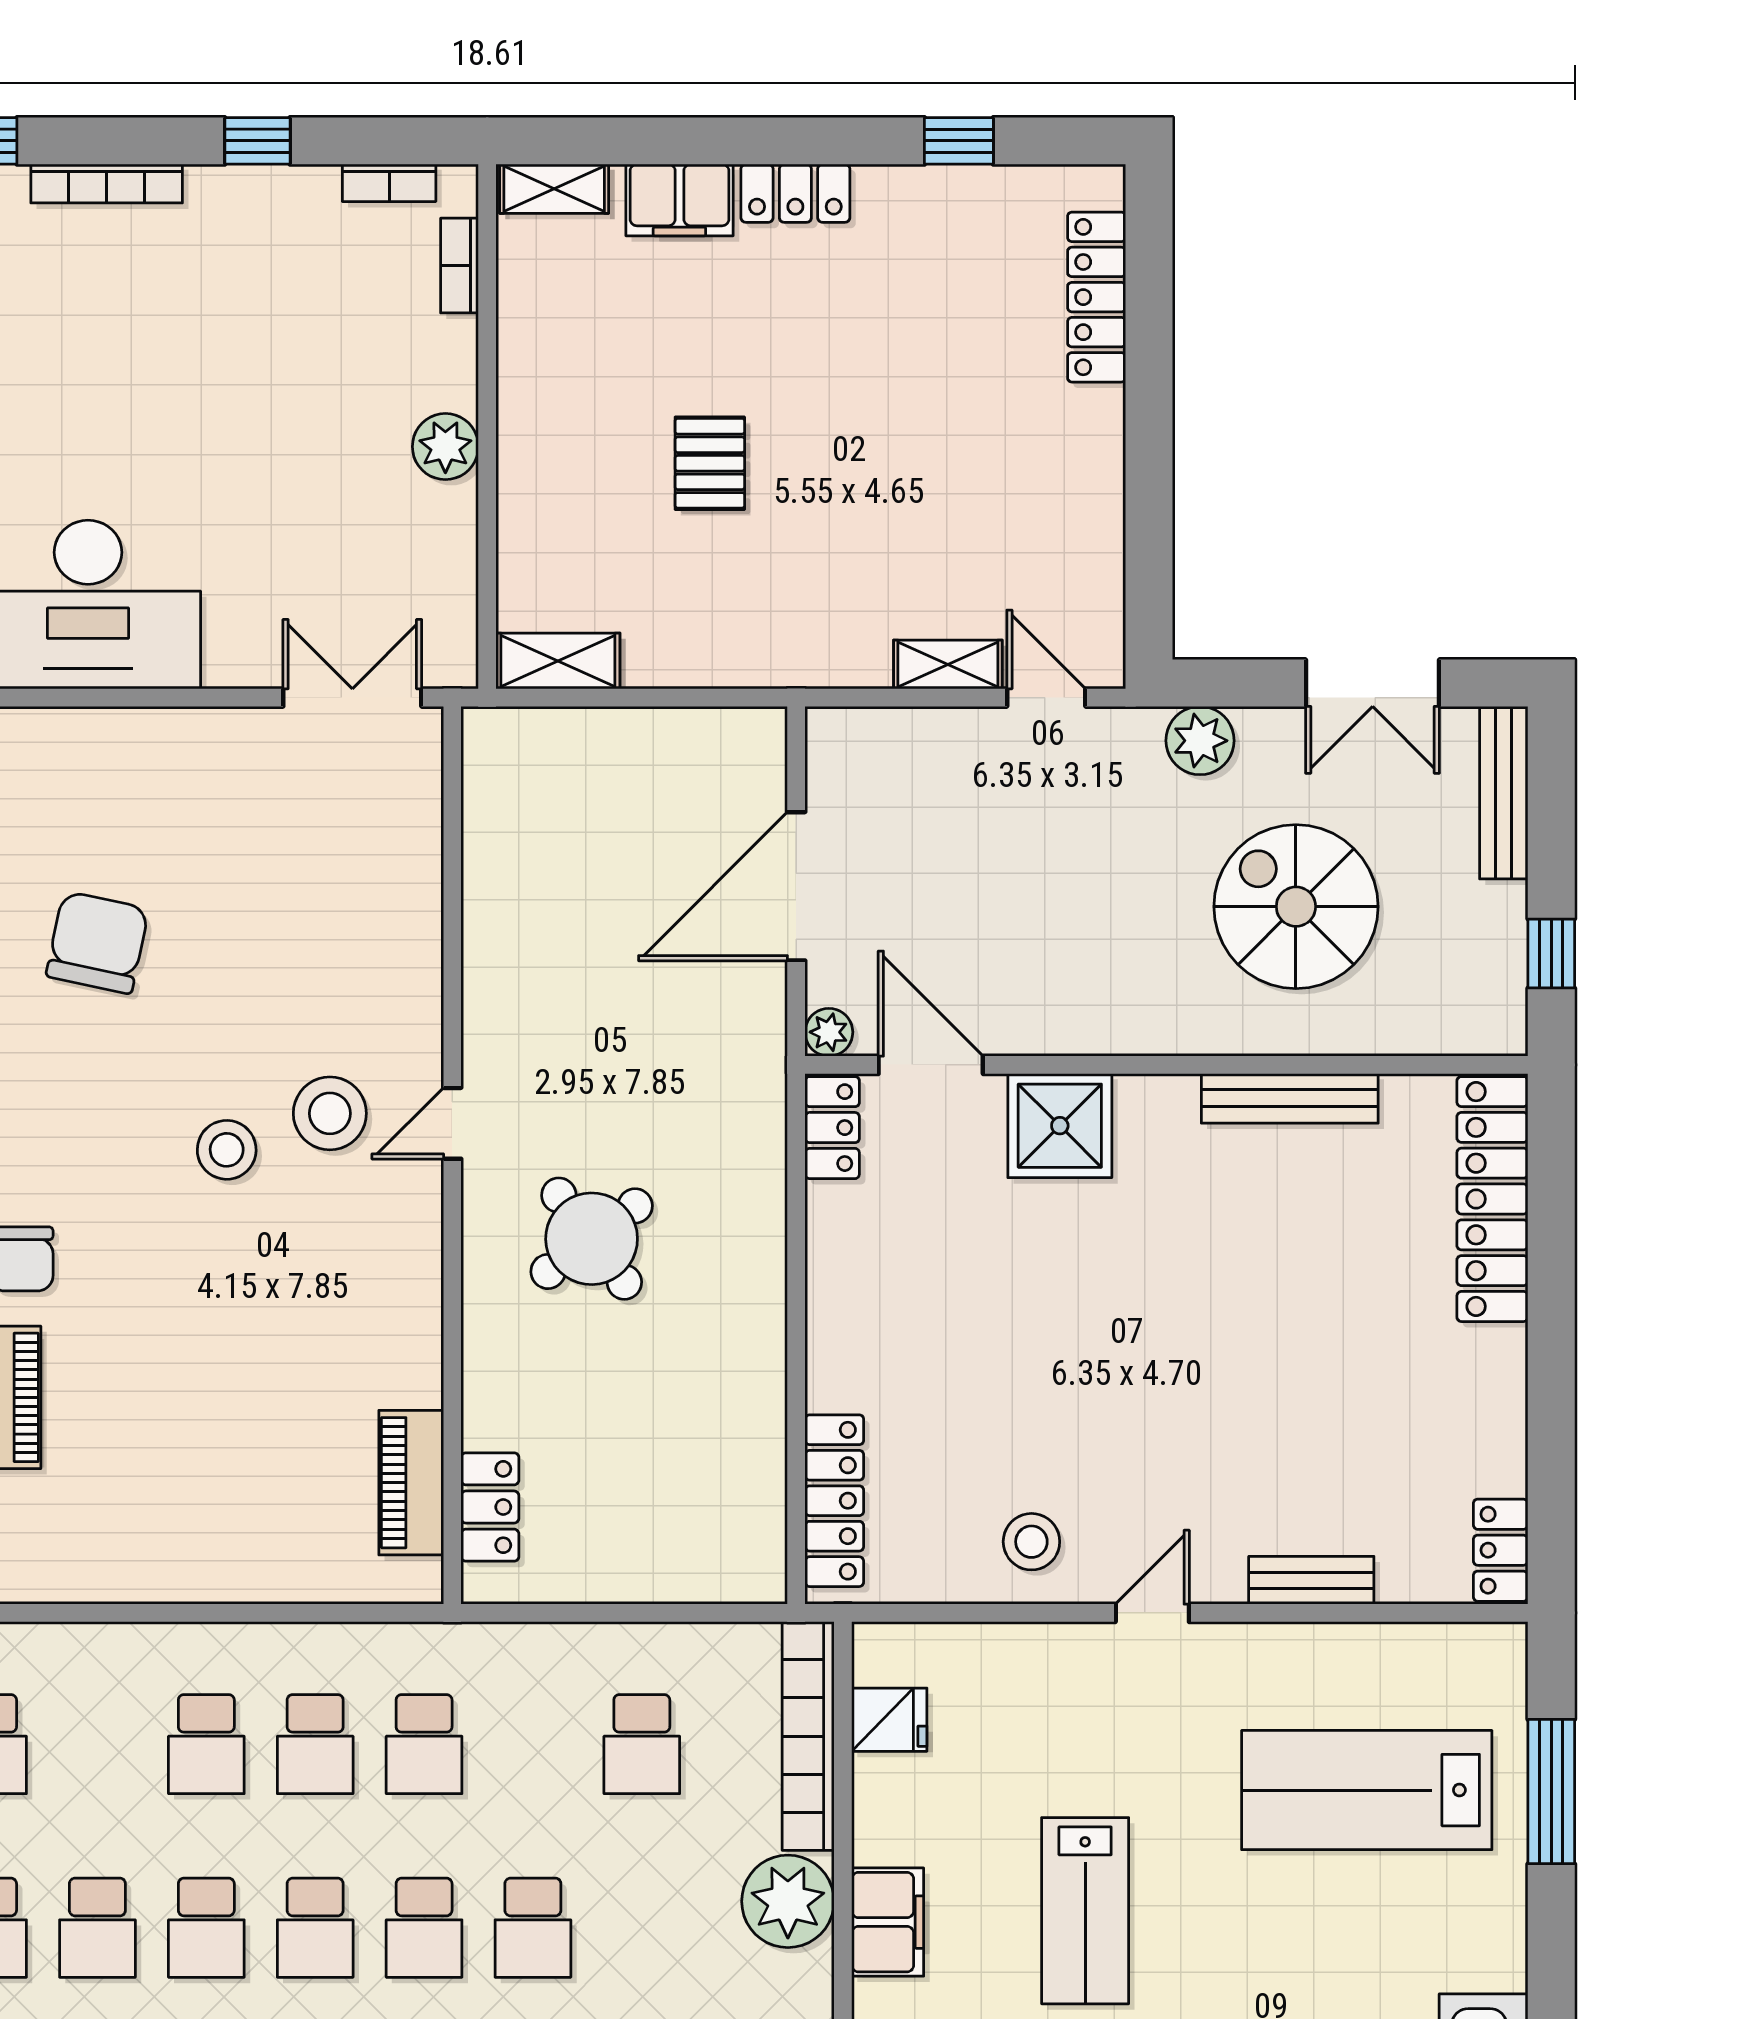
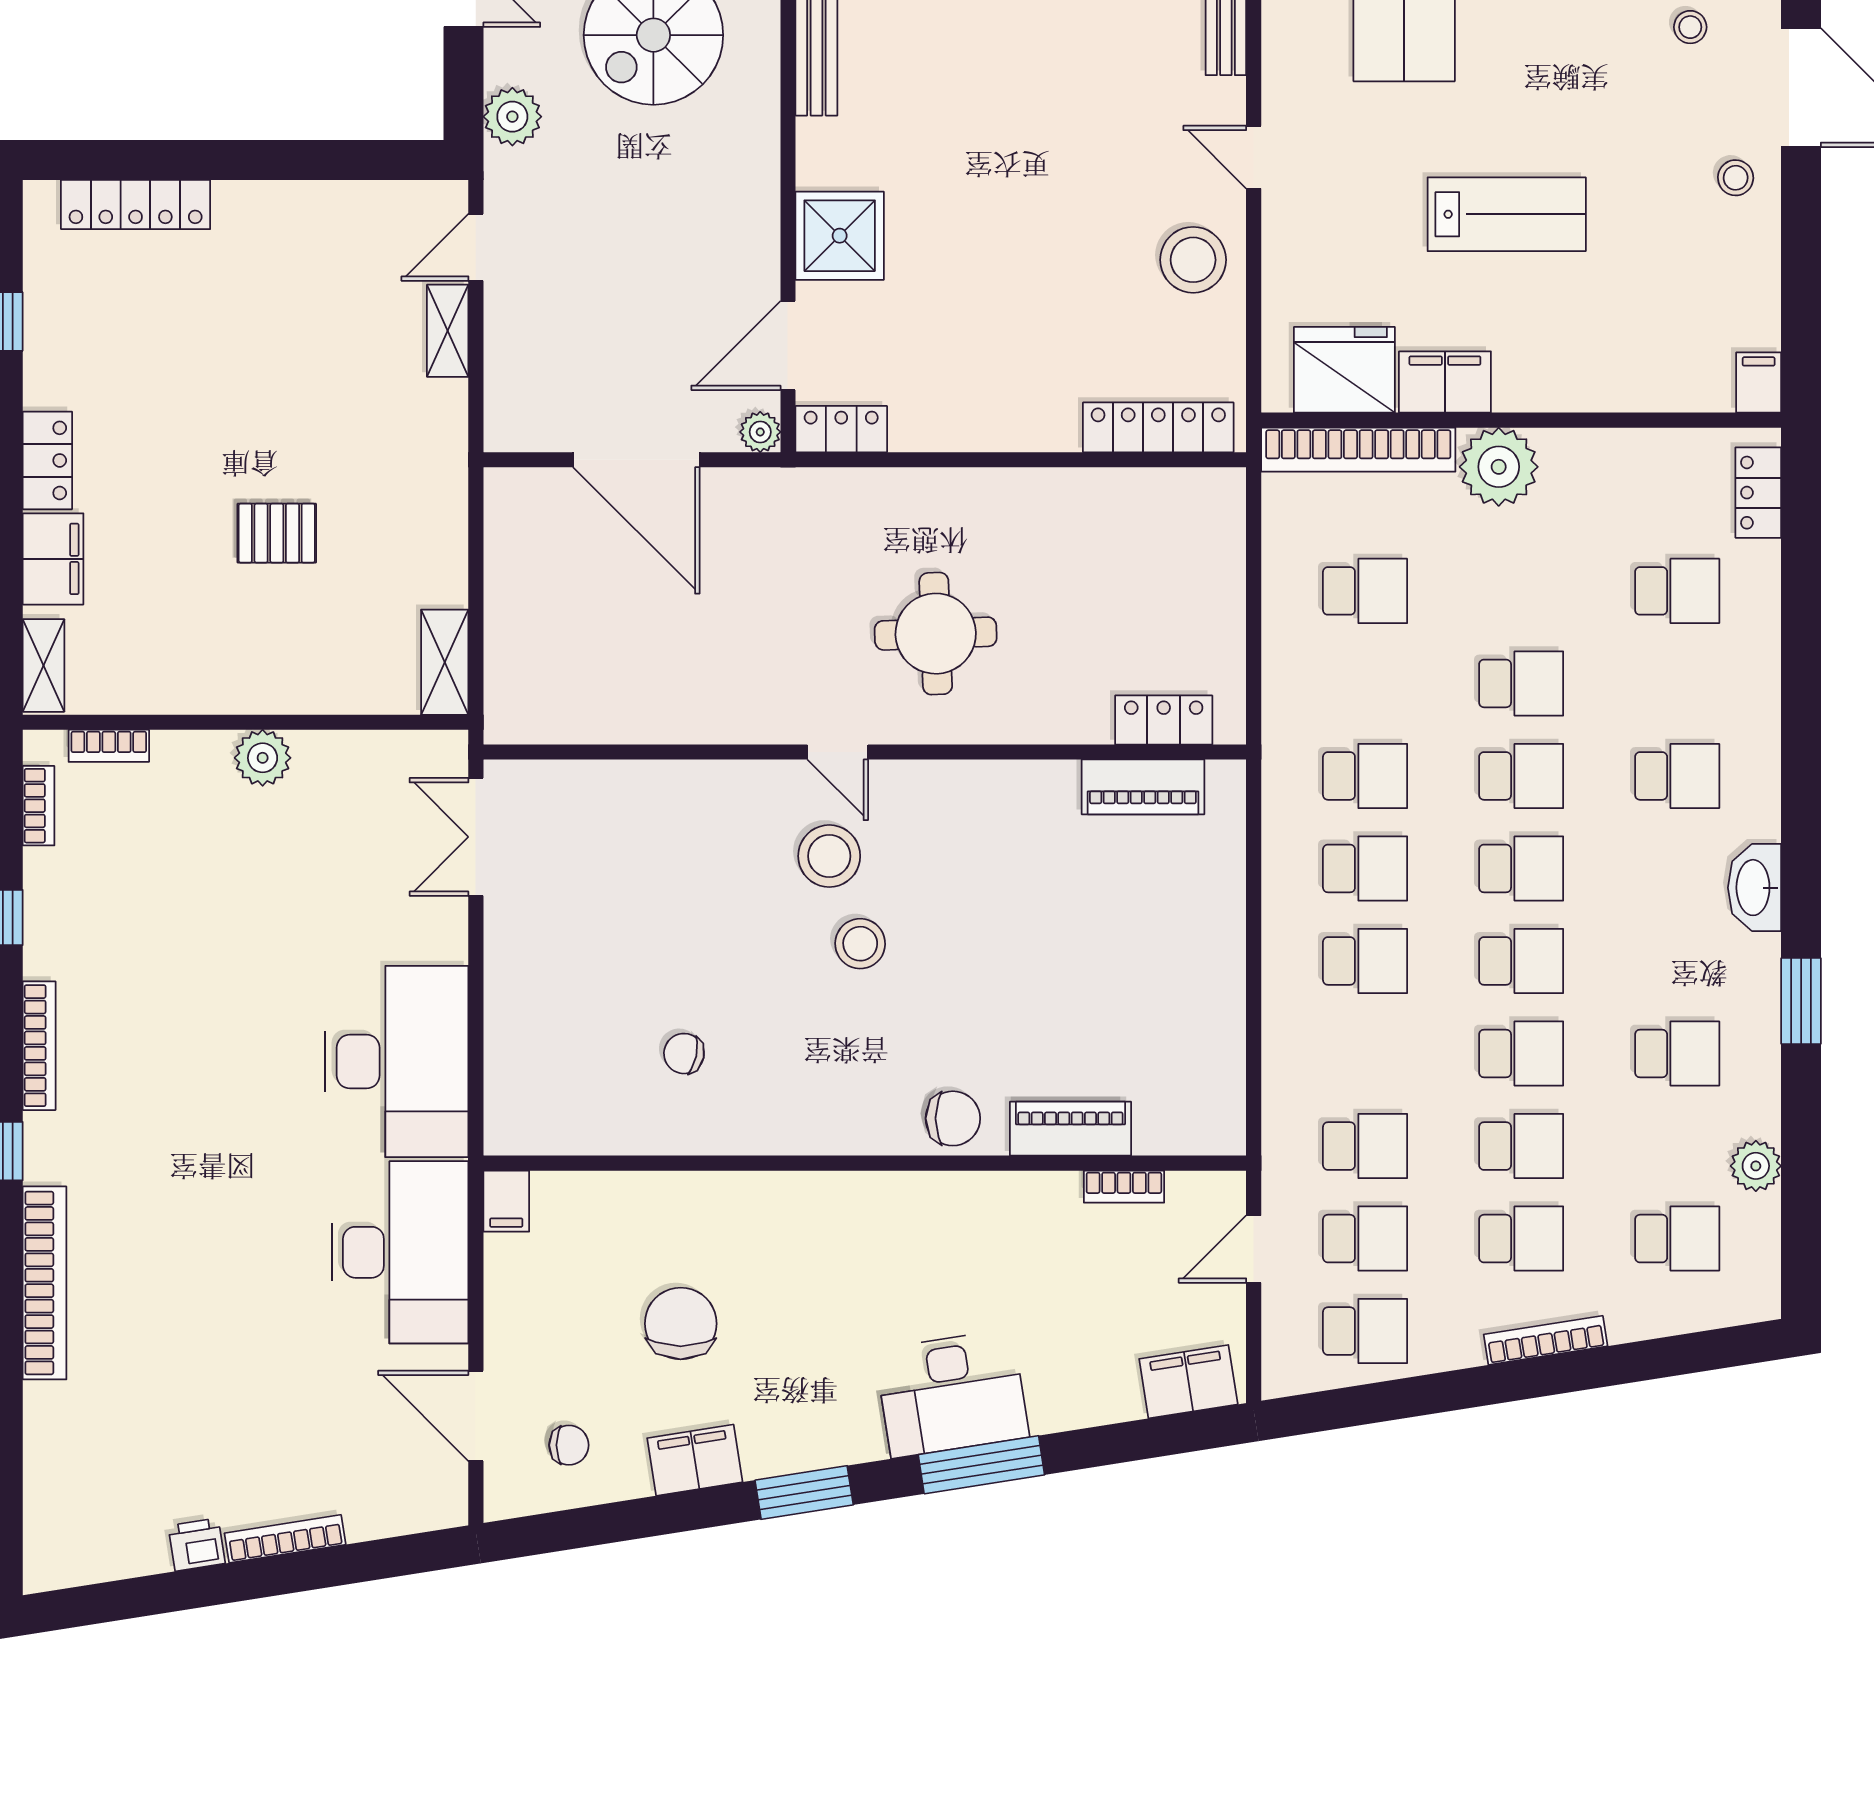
chair: (97, 942) -> (684, 1054), width x0.54, depth x0.54
round table: (592, 1239) -> (936, 634), turned 35
stool: (1031, 1542) -> (1193, 260), width x1.38, depth x1.38
fridge: (889, 1720) -> (1344, 370), width x1.88, depth x1.34
filing cabinet: (888, 1922) -> (1445, 382), moved

